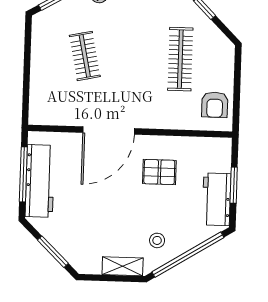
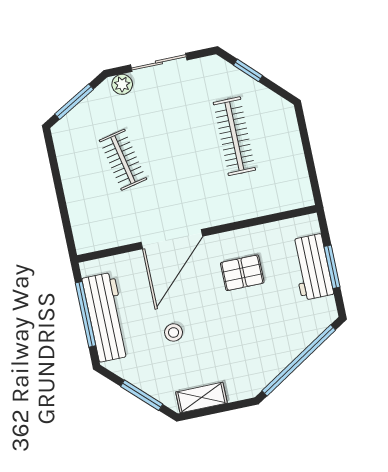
armchair: (215, 105) -> (287, 179), removed
workbench: (217, 199) -> (312, 267), moved
stool: (157, 240) -> (174, 332), moved
shelving: (123, 266) -> (201, 398), moved

